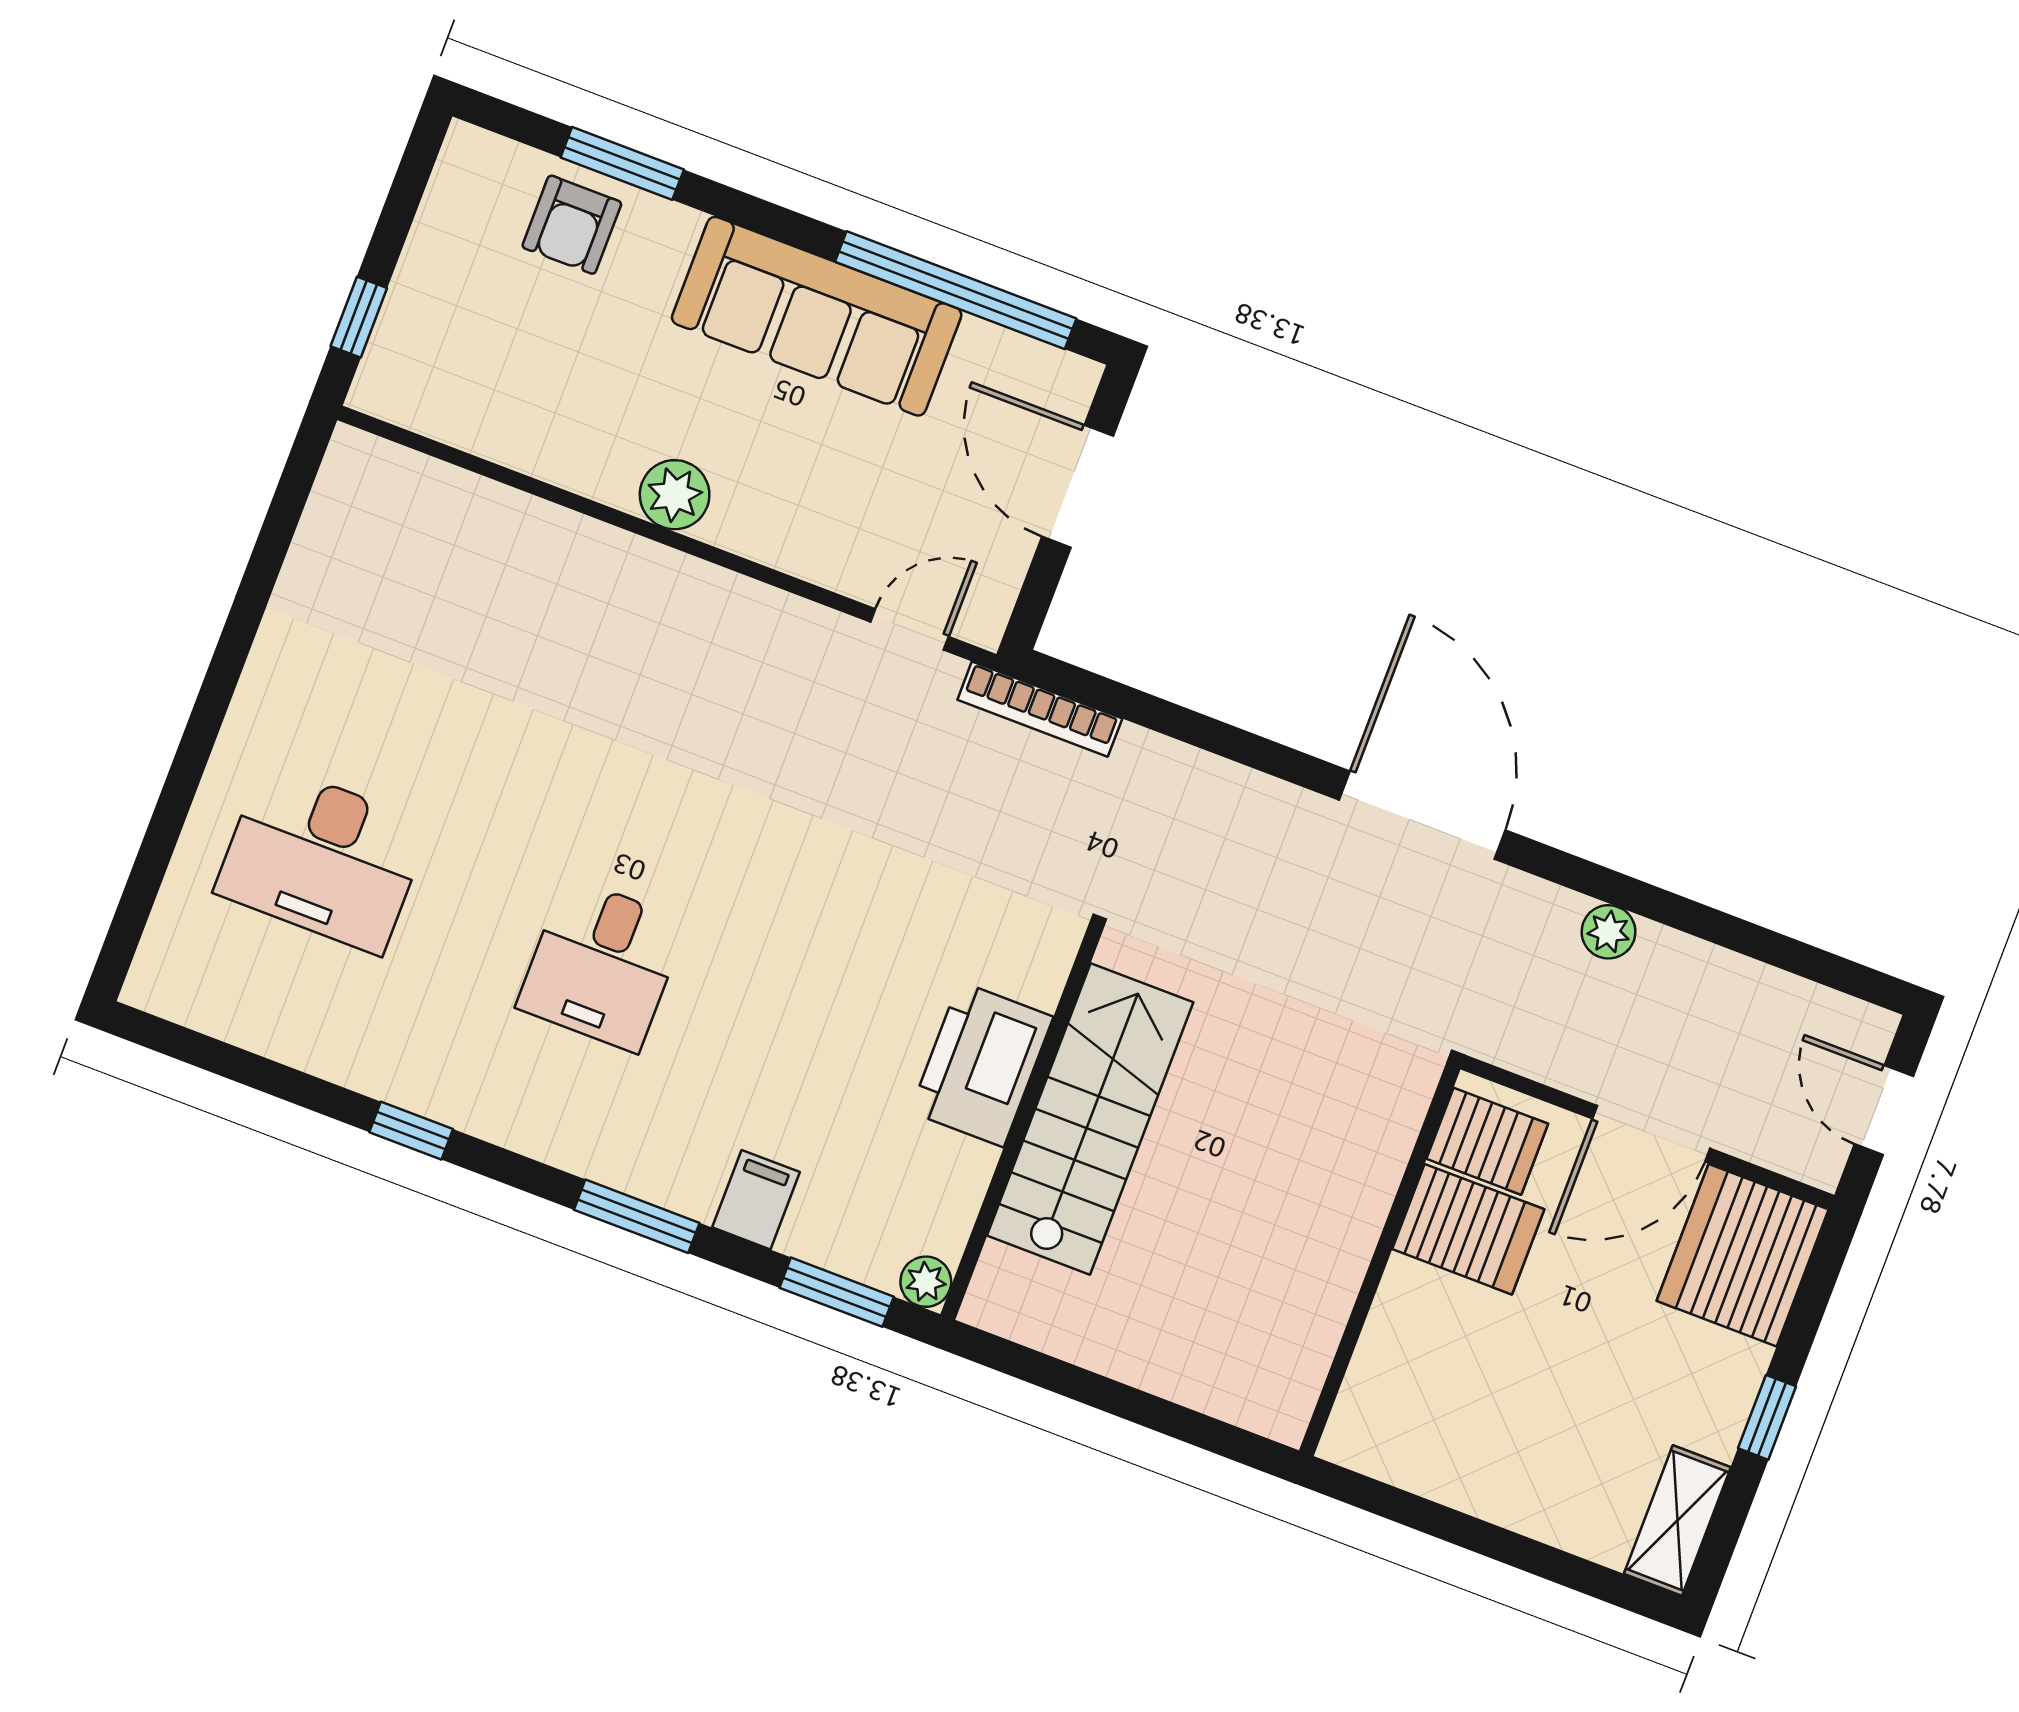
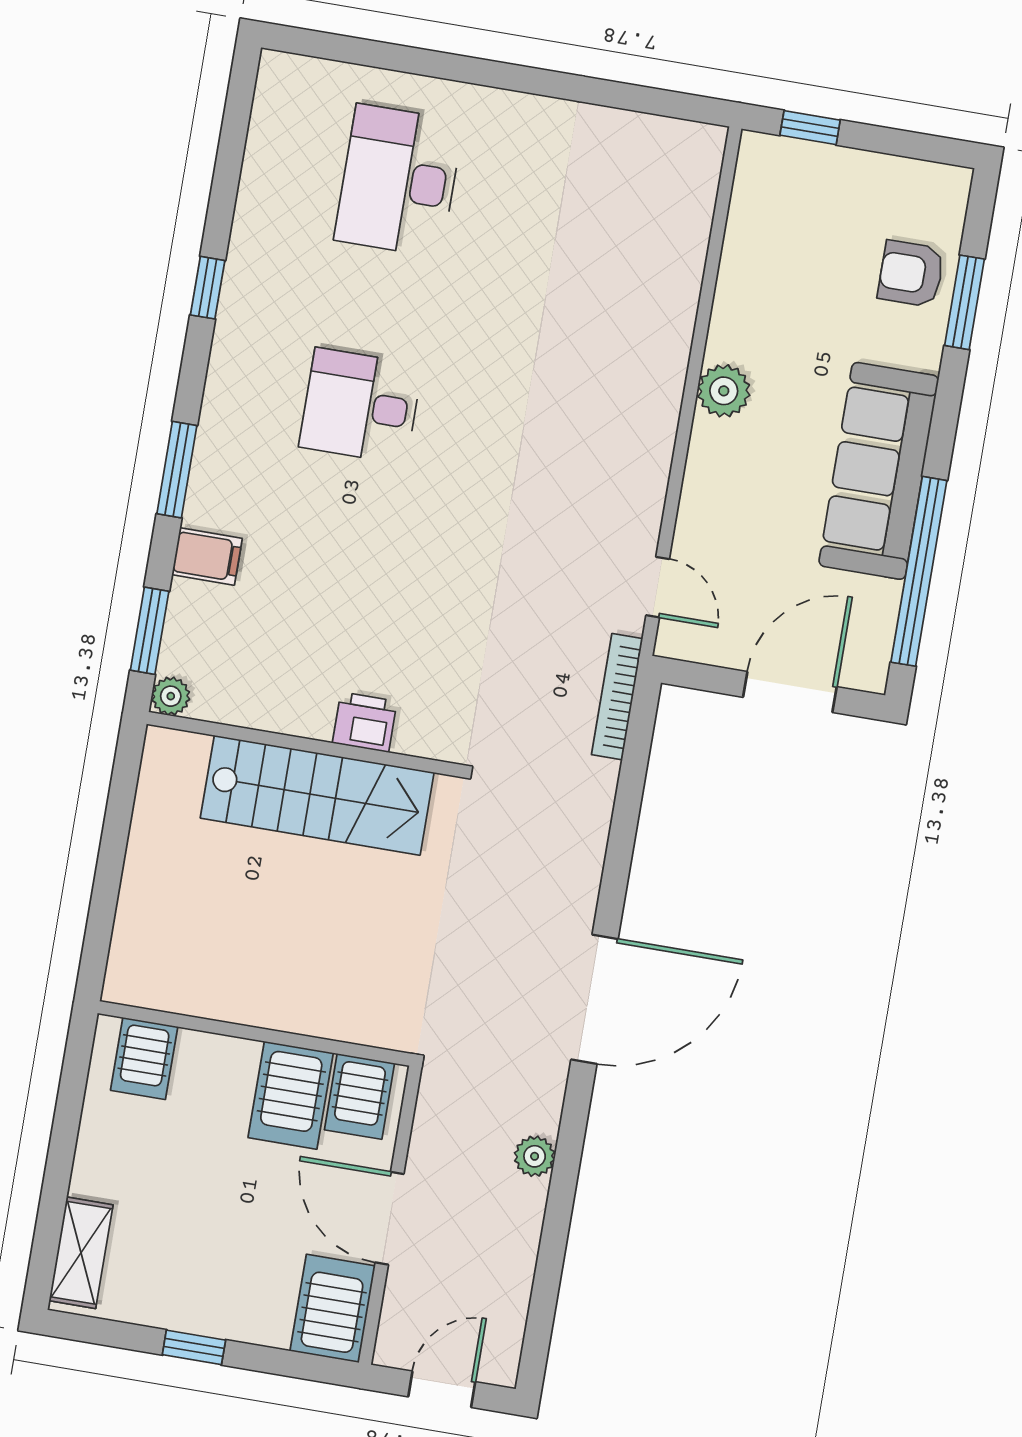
printer: (982, 1064) -> (365, 722), width x0.53, depth x0.68
server rack: (1743, 1255) -> (333, 1308), width x0.62
server rack: (1384, 1408) -> (144, 1058), added
shelving: (1677, 1521) -> (81, 1253), moved, turned 90

